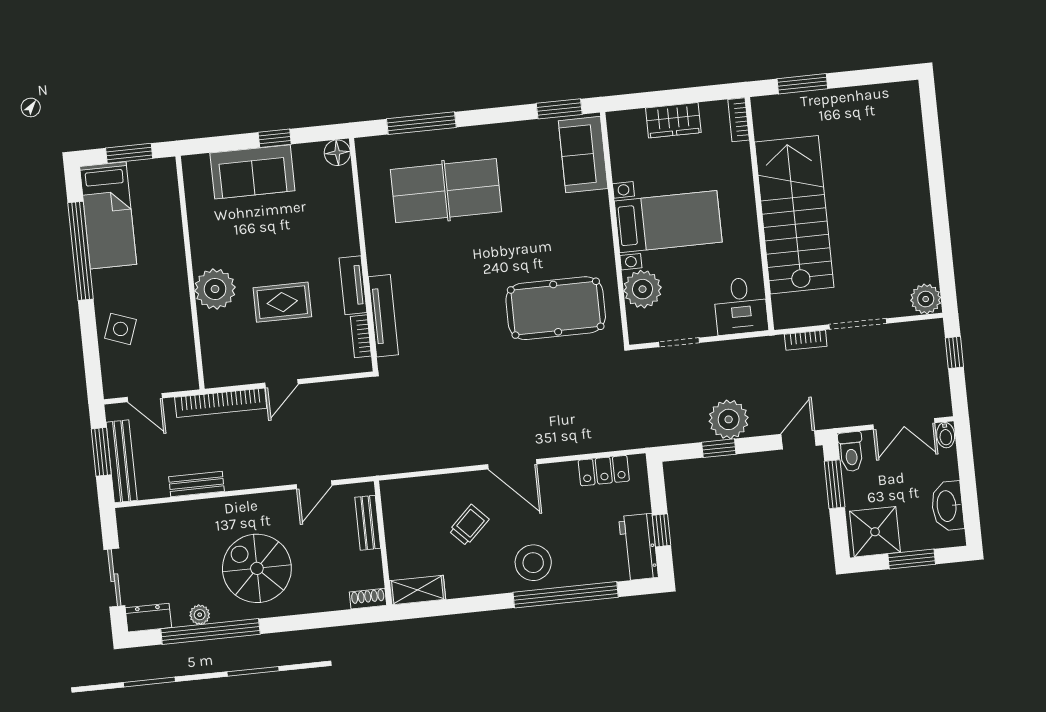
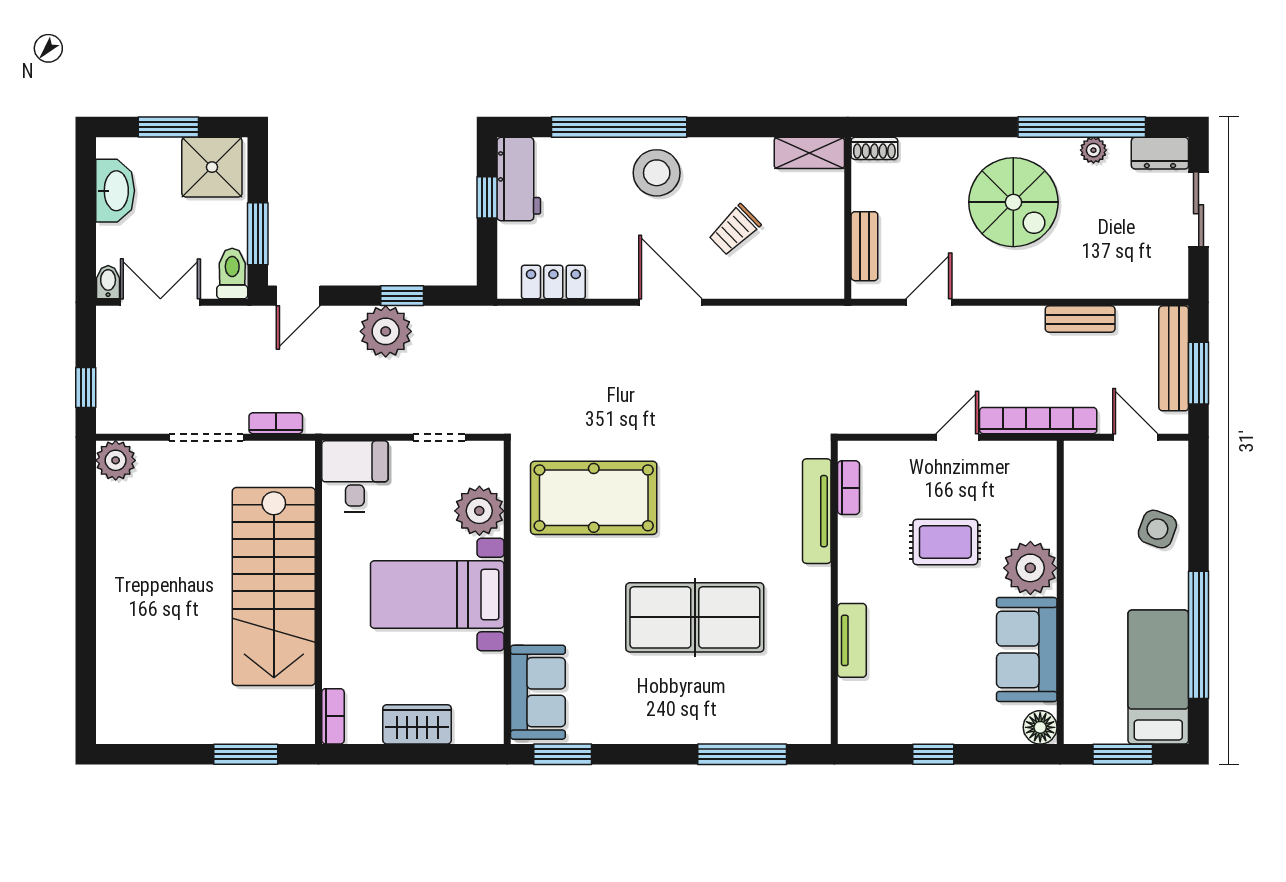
floor lamp: (337, 153) -> (1040, 727), moved
sofa: (252, 172) -> (1027, 650), moved, turned -90
table tennis table: (446, 191) -> (695, 617), moved
tv unit: (353, 285) -> (852, 640), moved

